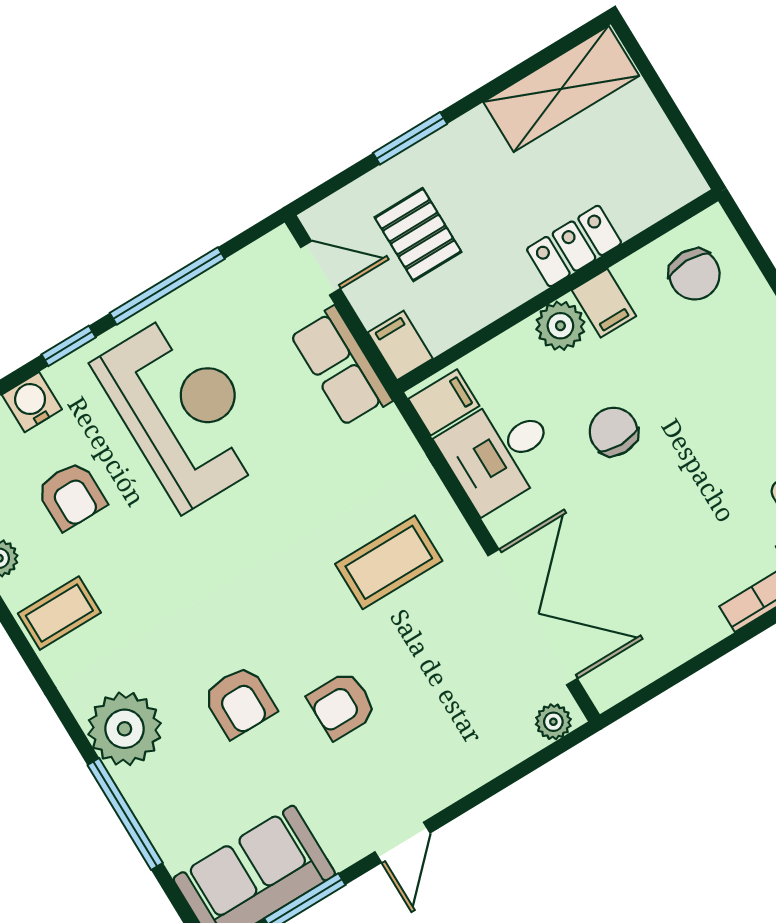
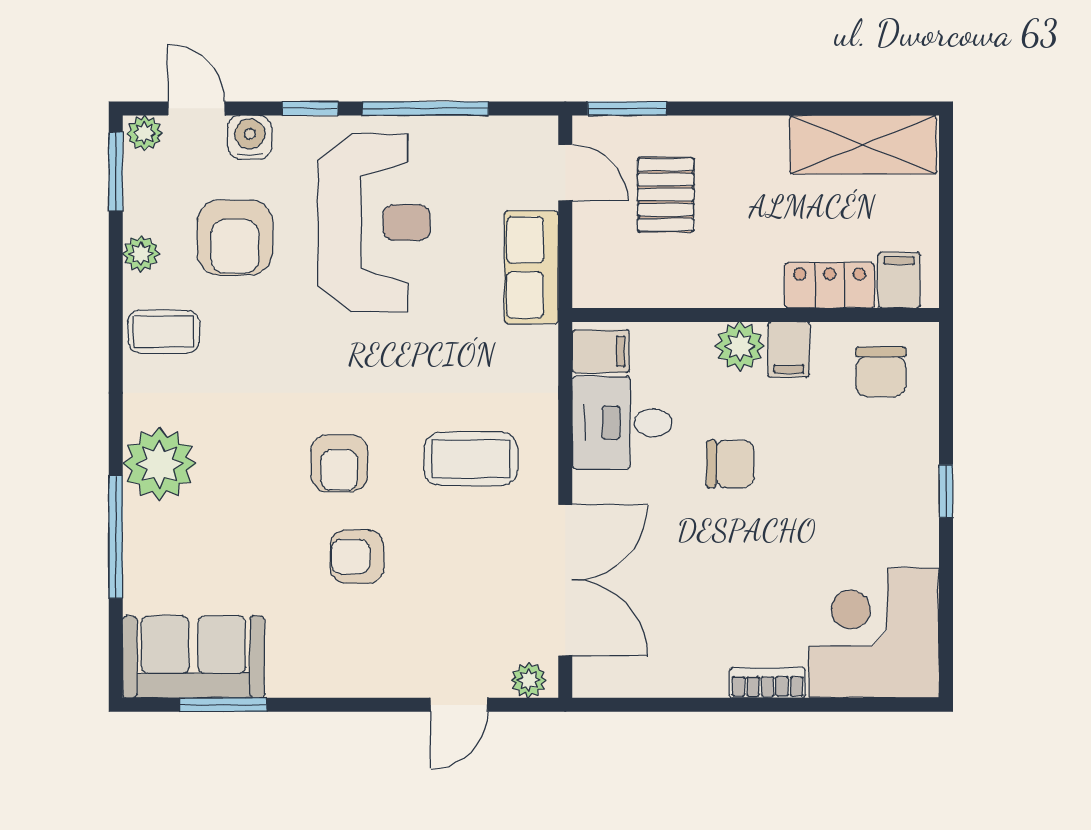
window: (410, 138) -> (627, 108), moved
locker: (574, 246) -> (830, 285), moved
filing cabinet: (400, 345) -> (899, 280), moved
chair: (614, 432) -> (730, 464), turned 90
armchair: (71, 496) -> (235, 238), width x1.38, depth x1.38
armchair: (239, 702) -> (339, 463), moved
door: (402, 842) -> (459, 705), moved

